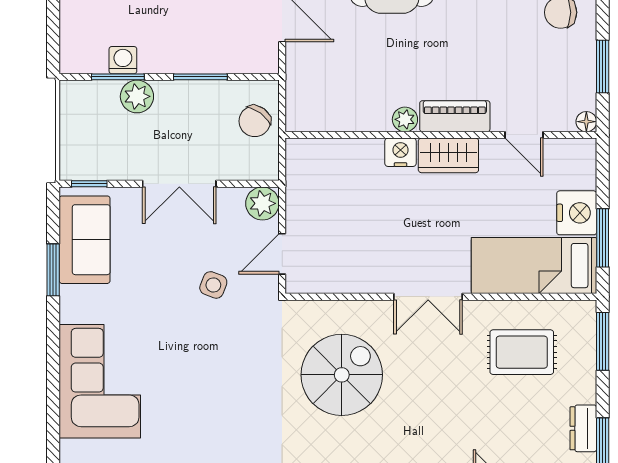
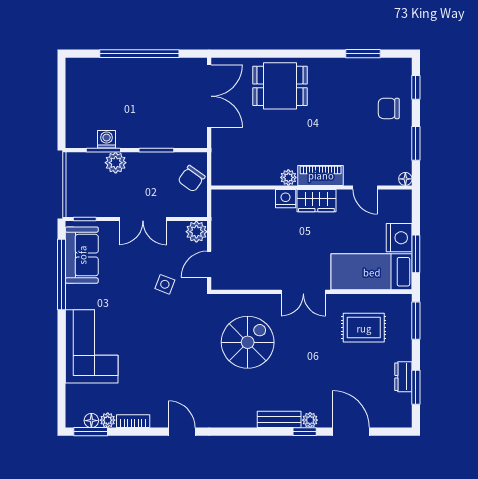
window: (53, 270) -> (62, 275), width x2.11

